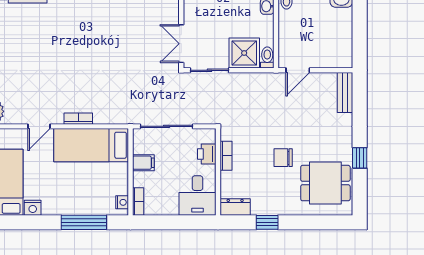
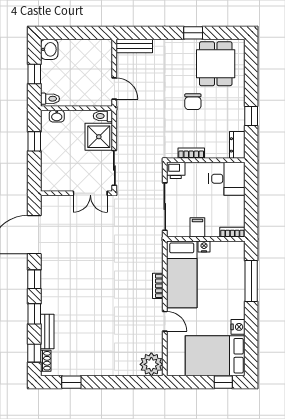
printer: (207, 154) -> (176, 170), moved
nightstand: (122, 202) -> (204, 247), moved

